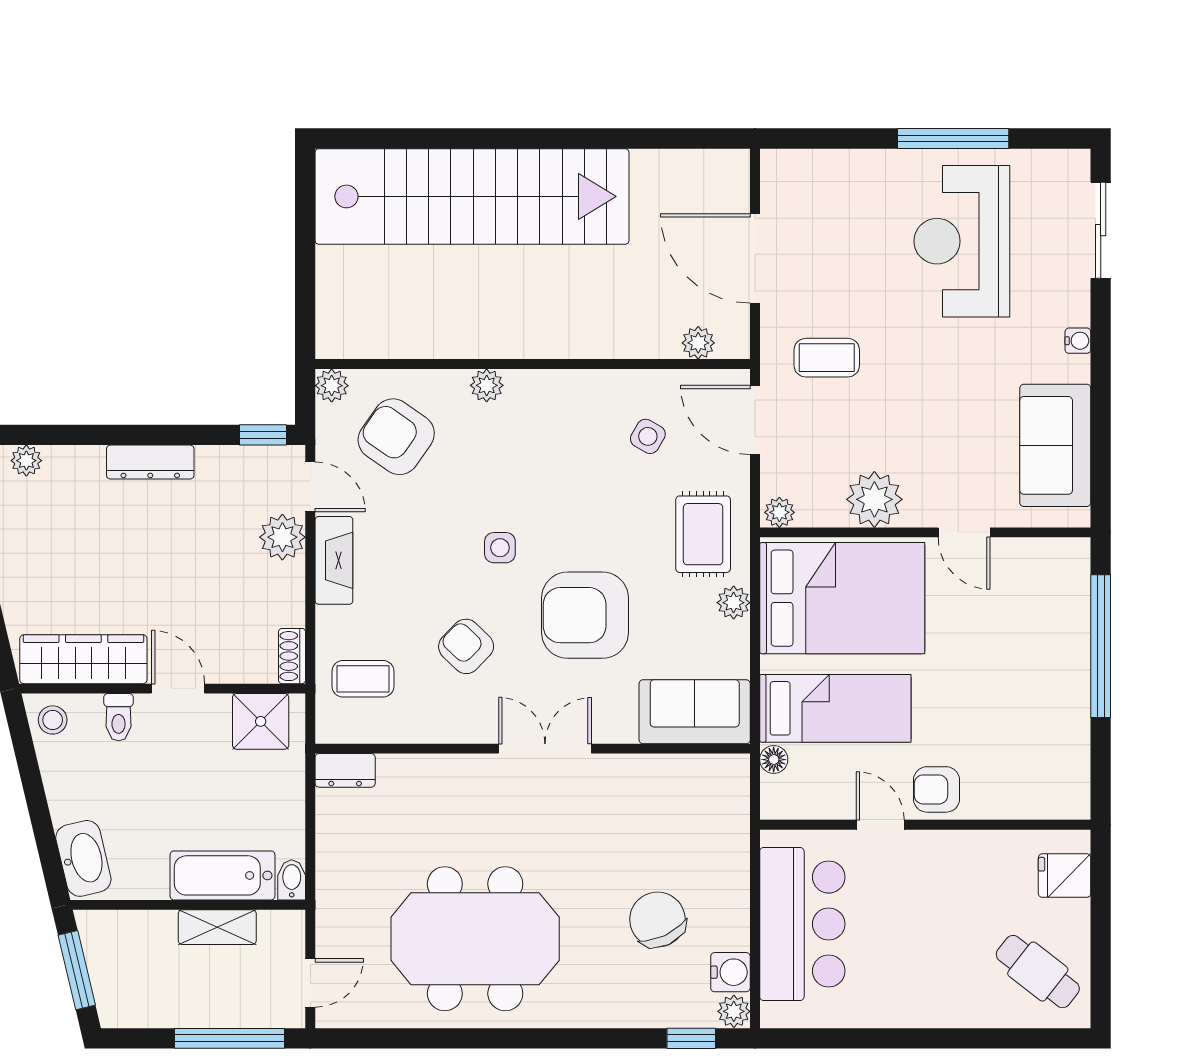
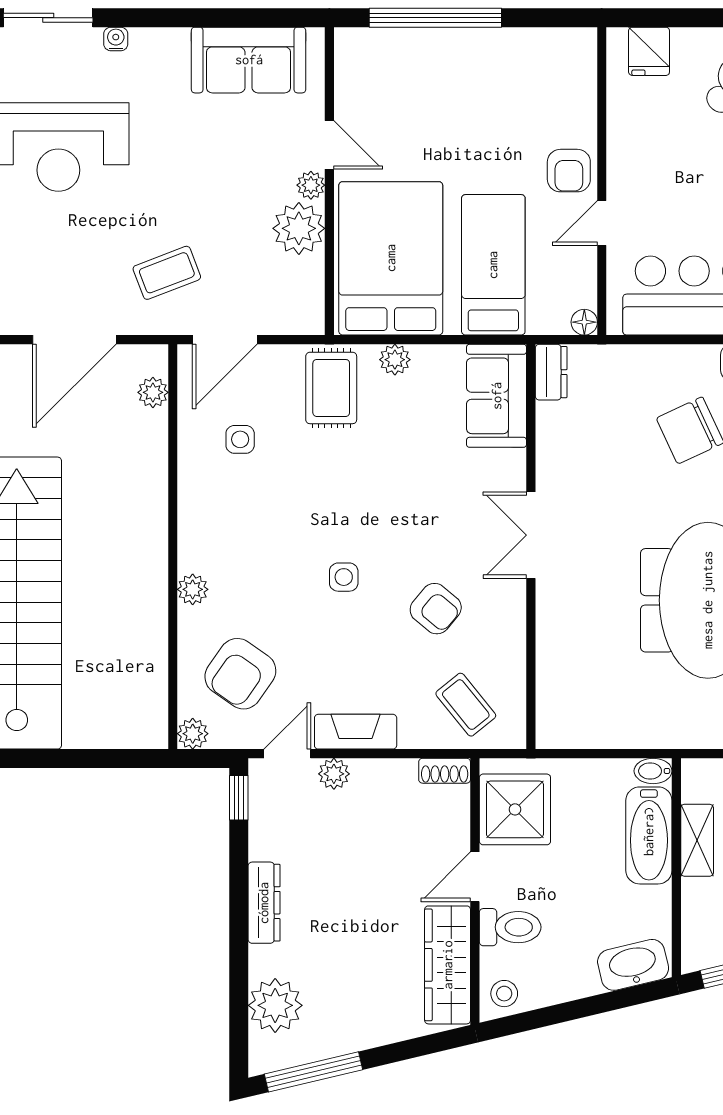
water cooler: (1078, 341) -> (116, 39), moved
coffee table: (827, 358) -> (167, 273), turned 69
side table: (648, 436) -> (240, 439), turned -30
plant: (26, 461) -> (275, 1005), width x1.88, depth x1.88
plant: (779, 512) -> (311, 185), moved
door: (964, 532) -> (329, 145), hinge flipped
rug: (703, 534) -> (331, 388), turned 90
plant: (282, 537) -> (334, 774), width x0.73, depth x0.73
armchair: (585, 615) -> (407, 498), removed
armchair: (466, 646) -> (436, 609), turned -94
coffee table: (363, 679) -> (466, 705), turned -39
toilet: (119, 717) -> (510, 927), width x1.37, depth x1.39
shower: (261, 721) -> (515, 809), width x1.36, depth x1.36
floor lamp: (774, 760) -> (584, 322), moved
dresser: (345, 770) -> (551, 372), moved

